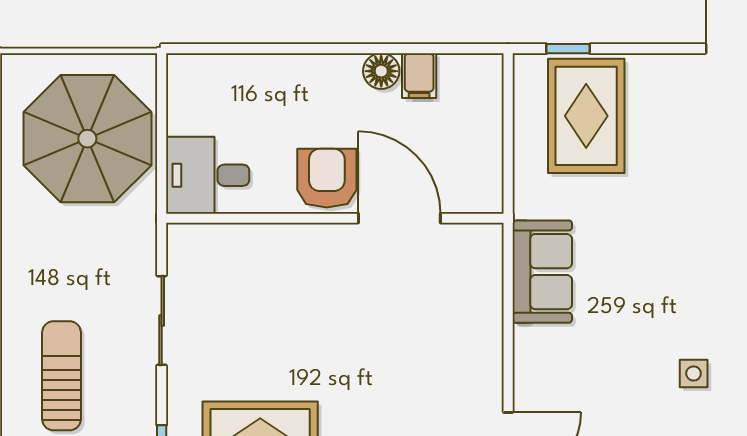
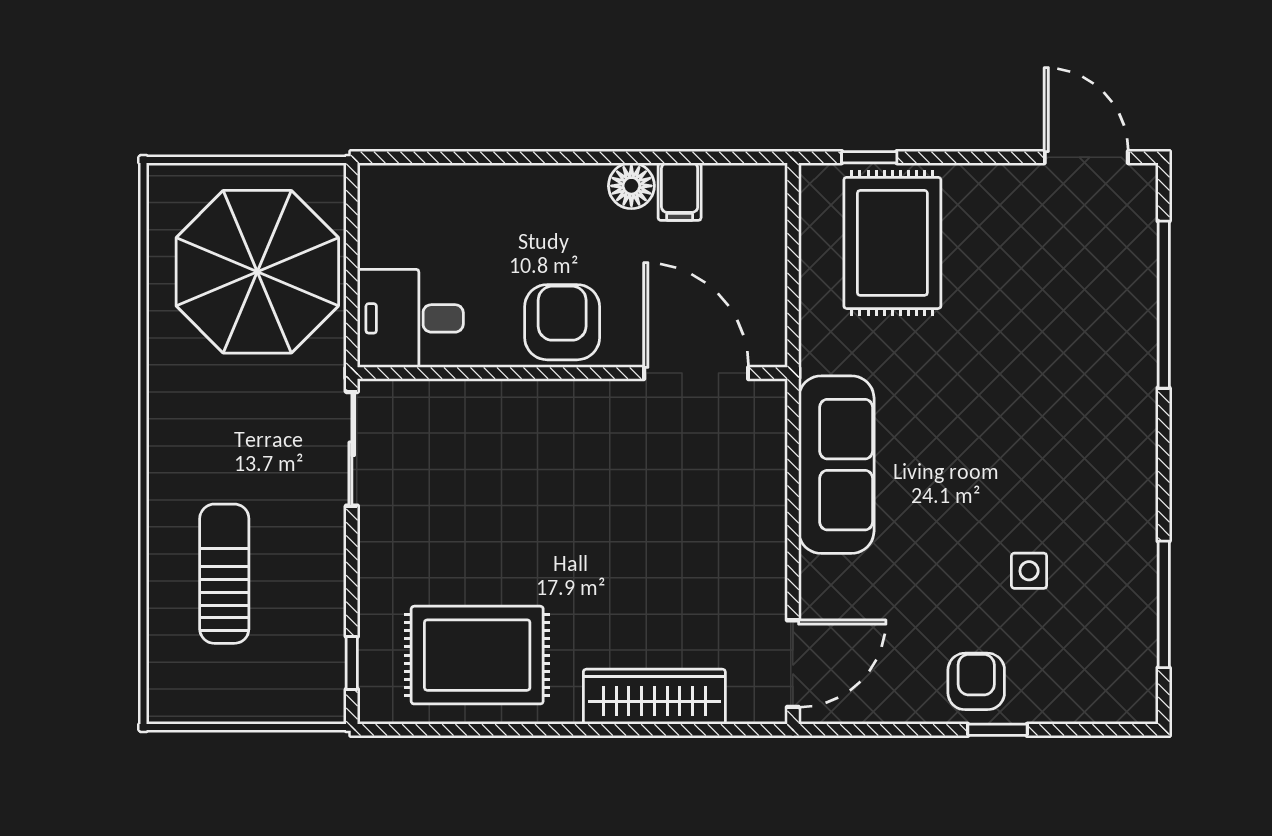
door: (399, 218) -> (696, 373), moved
sofa: (542, 272) -> (836, 465), width x1.36
sliding door: (162, 320) -> (352, 449), moved

